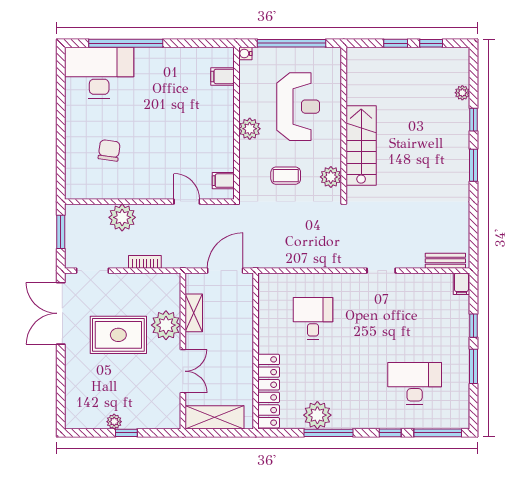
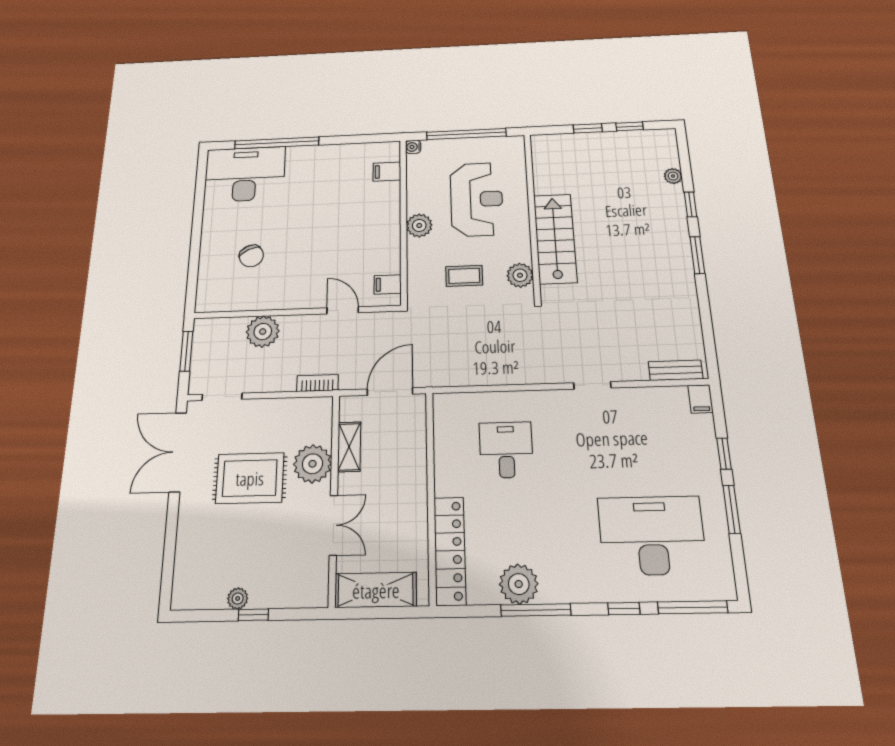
chair: (109, 150) -> (251, 256), turned 147
bookcase: (145, 262) -> (317, 383), moved
desk: (415, 383) -> (652, 535), width x1.36, depth x1.30

